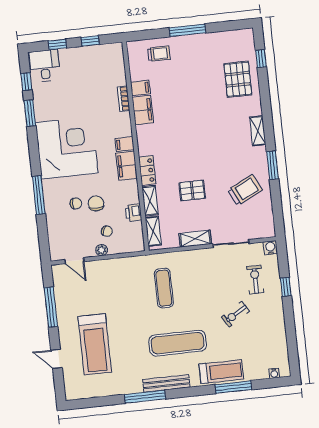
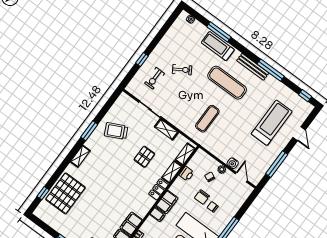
pallet: (238, 79) -> (65, 193), width x1.37, depth x1.41
pallet: (192, 190) -> (144, 157), turned 90
water cooler: (270, 248) -> (233, 163), moved
window: (86, 403) -> (305, 96), added

